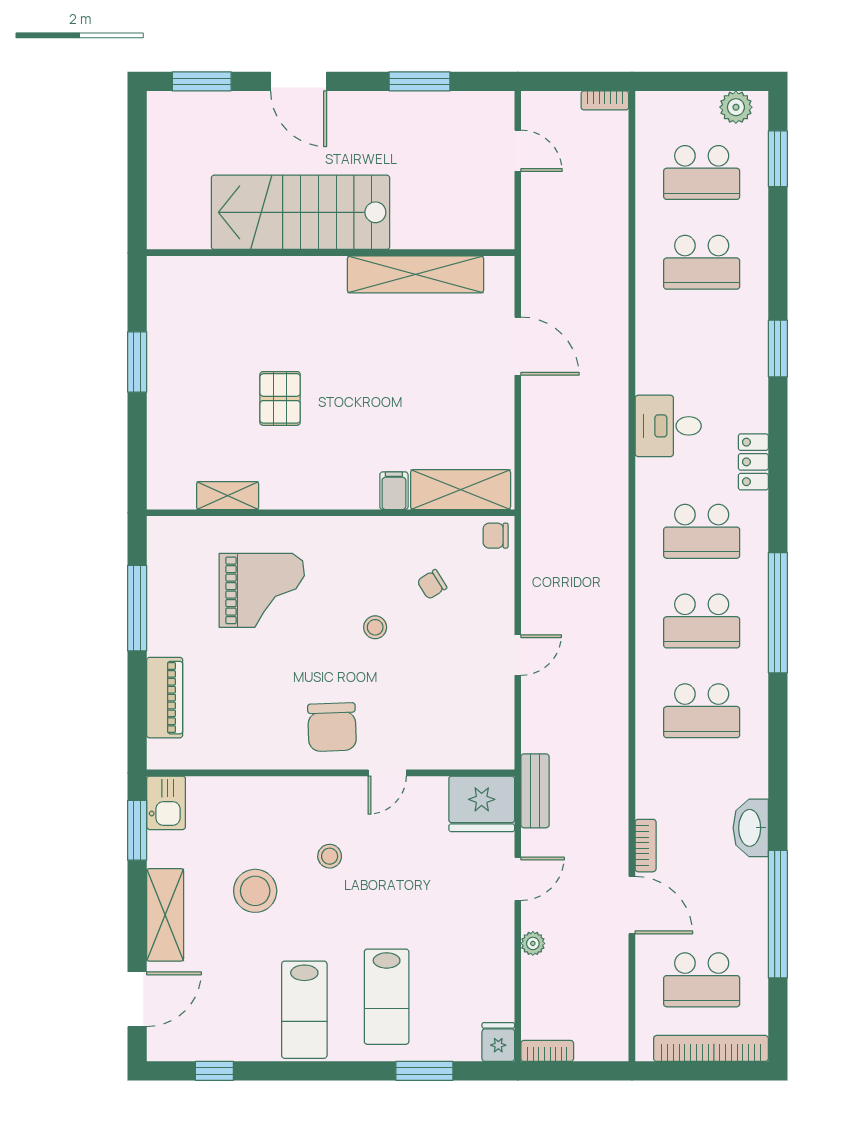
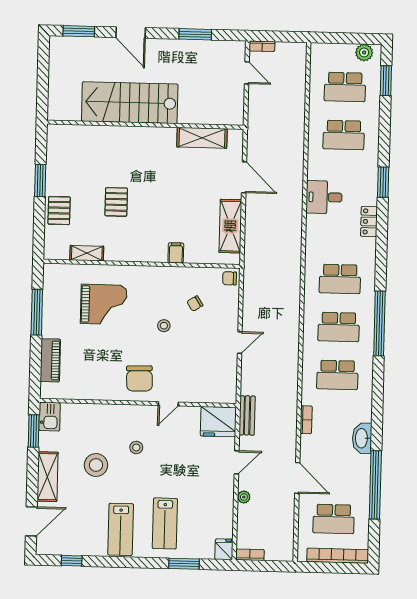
bookcase: (605, 100) -> (262, 46), moved
shelving: (415, 274) -> (202, 138), width x0.68
pallet: (174, 417) -> (59, 211), added
desk: (668, 426) -> (324, 197), moved
locker: (753, 462) -> (369, 221), moved
shelving: (461, 490) -> (230, 226), moved, turned 90
bookcase: (646, 846) -> (306, 420), moved

